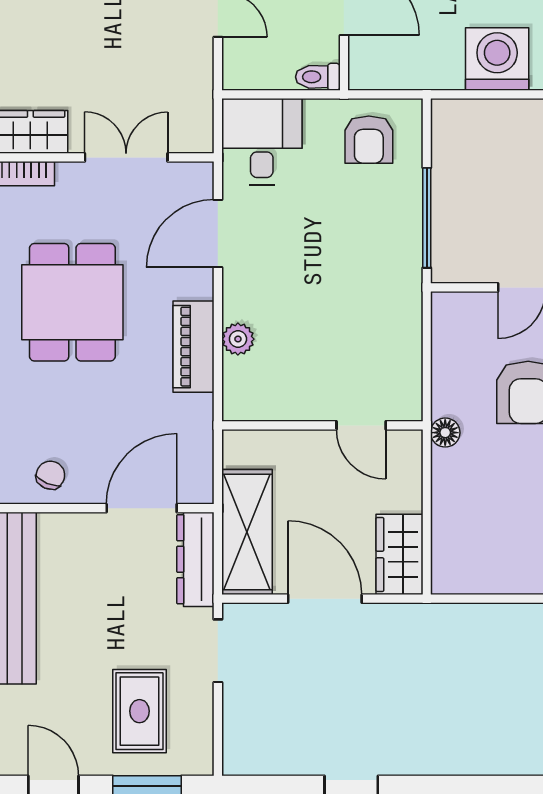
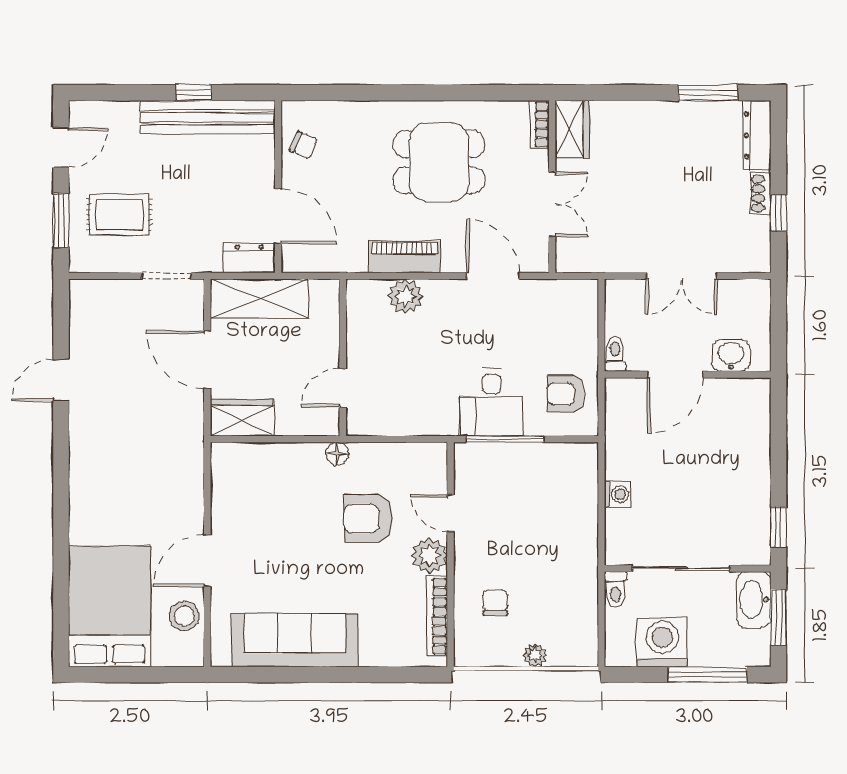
washing machine: (497, 59) -> (617, 494), width x0.53, depth x0.53
desk: (262, 141) -> (491, 402), moved, turned 90
plant: (238, 339) -> (405, 296), width x1.38, depth x1.38
dresser: (195, 559) -> (249, 258), width x0.70
door: (325, 599) -> (207, 359), swing flipped

